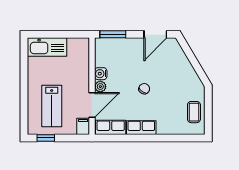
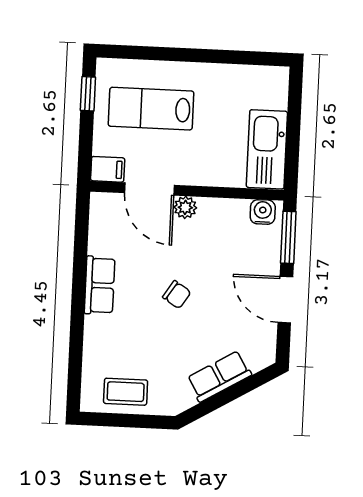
door: (155, 34) -> (285, 300), moved
kitchen sink: (47, 47) -> (267, 149), moved
water cooler: (101, 74) -> (263, 212), moved
row of seats: (111, 127) -> (219, 376), moved, turned -121

